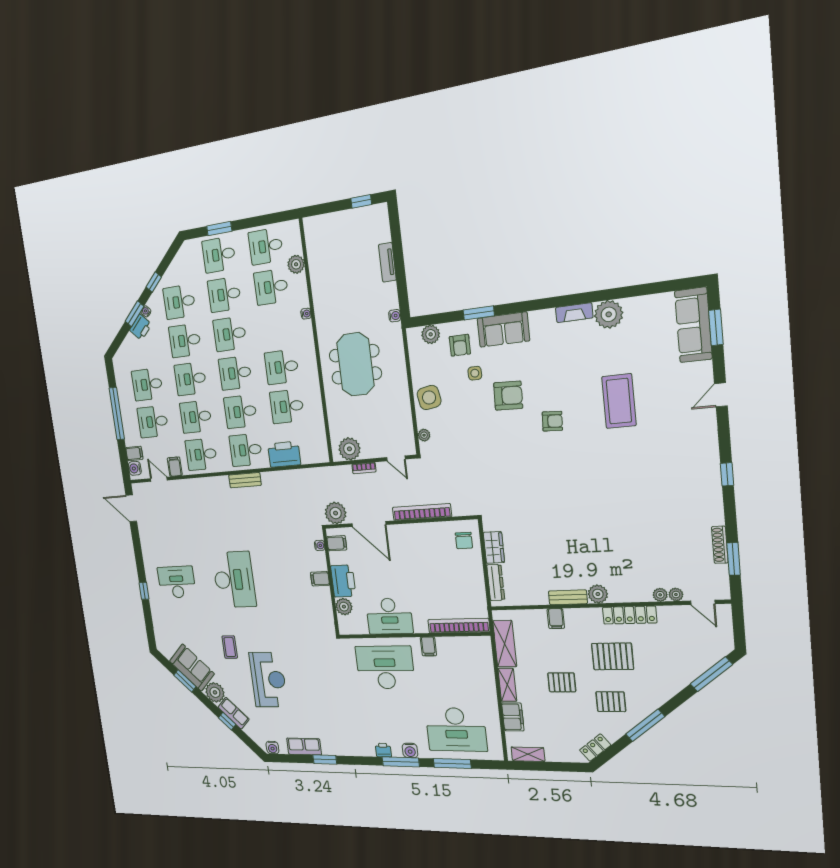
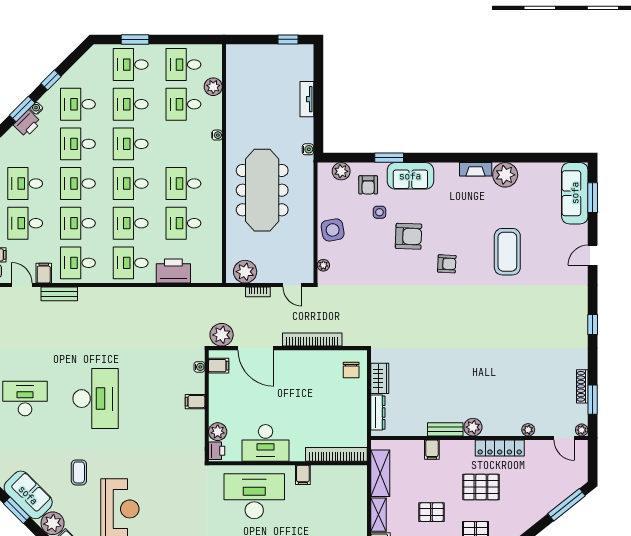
meeting table: (355, 364) -> (262, 190), width x1.36
bench: (245, 480) -> (59, 294), moved
printer: (343, 581) -> (217, 451), moved, width x0.53, depth x0.68
plant: (676, 595) -> (582, 430), moved

